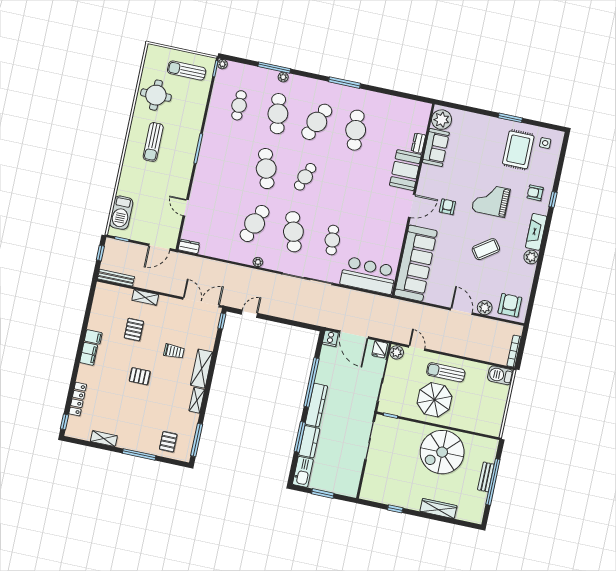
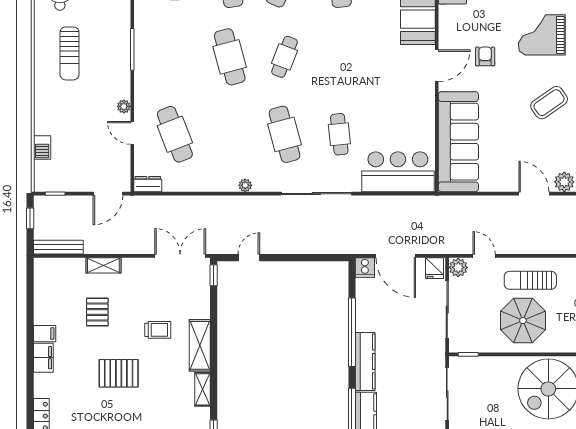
plant: (184, 188) -> (124, 106), added
barbecue: (121, 213) -> (42, 147), width x0.53, depth x0.65
cafe table: (255, 223) -> (175, 134), moved, turned -42
pallet: (140, 376) -> (119, 373), width x1.50, depth x1.42

